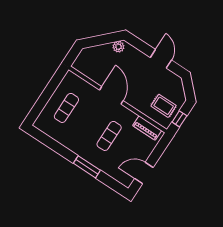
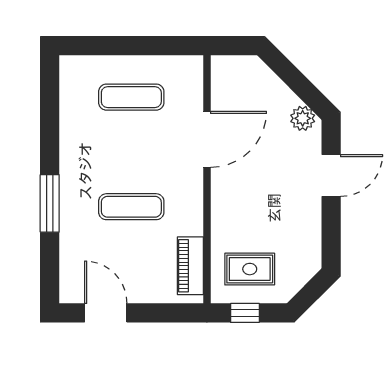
door: (161, 59) -> (331, 175), moved
door: (111, 95) -> (207, 139), moved
rug: (164, 106) -> (250, 269), turned 90

